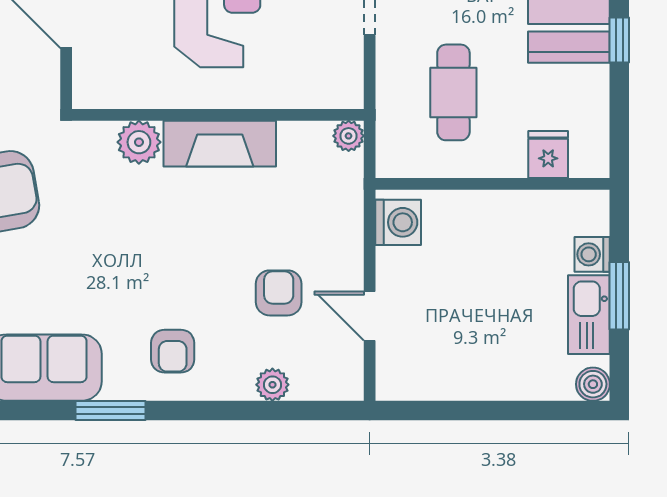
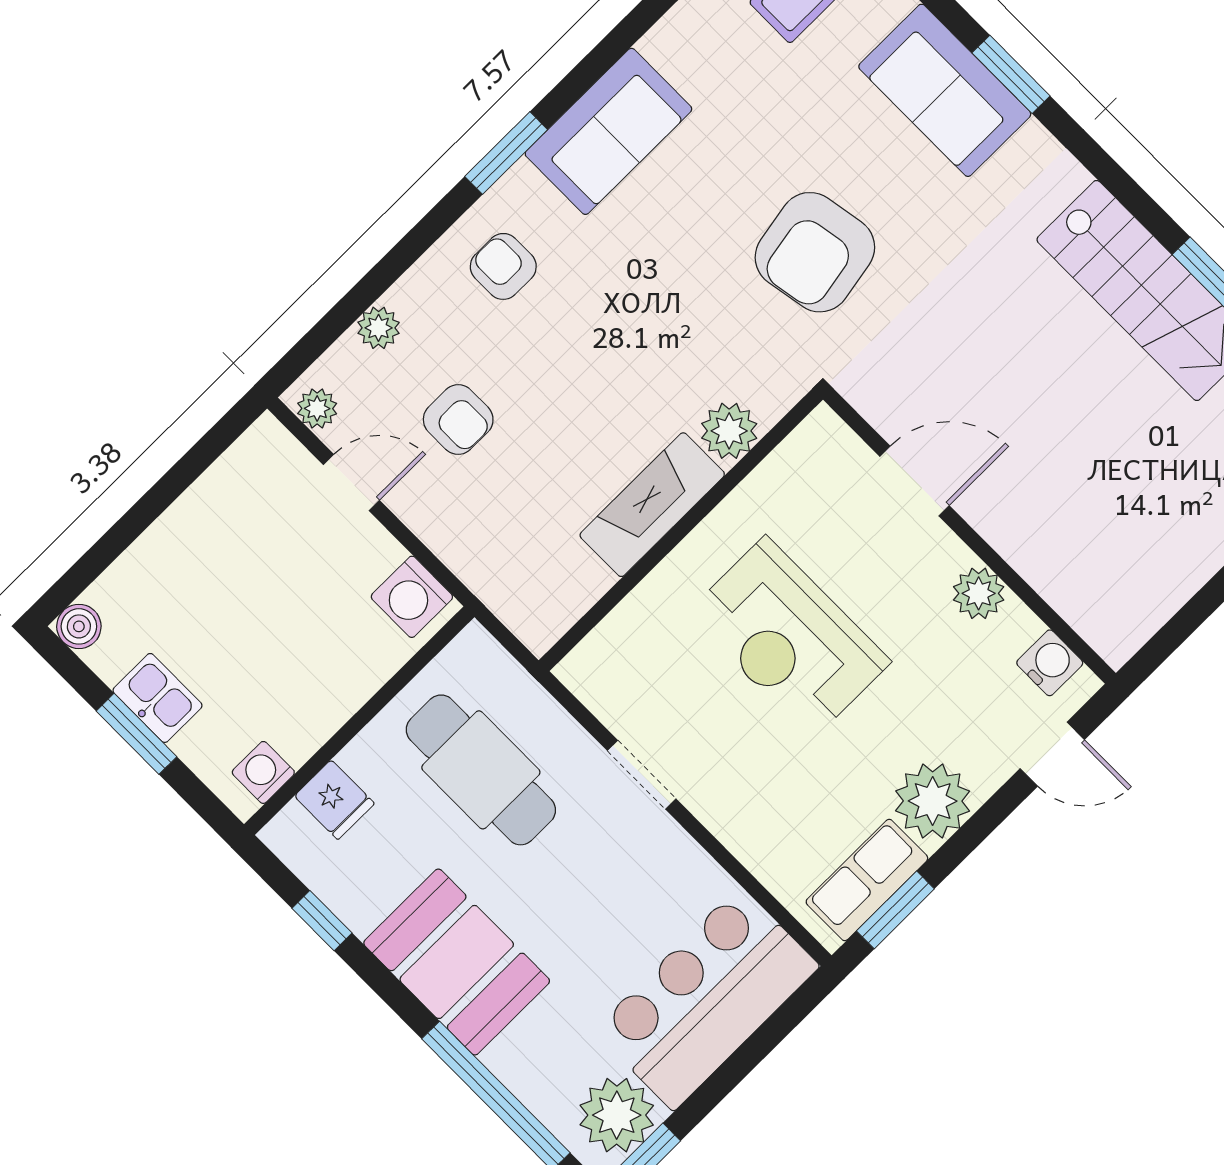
window: (619, 40) -> (322, 921), moved
cafe table: (453, 92) -> (481, 770), width x1.37, depth x1.35
plant: (349, 136) -> (317, 408), moved
washing machine: (592, 254) -> (263, 772), moved, turned -90
kitchen sink: (589, 315) -> (157, 698), width x0.73

